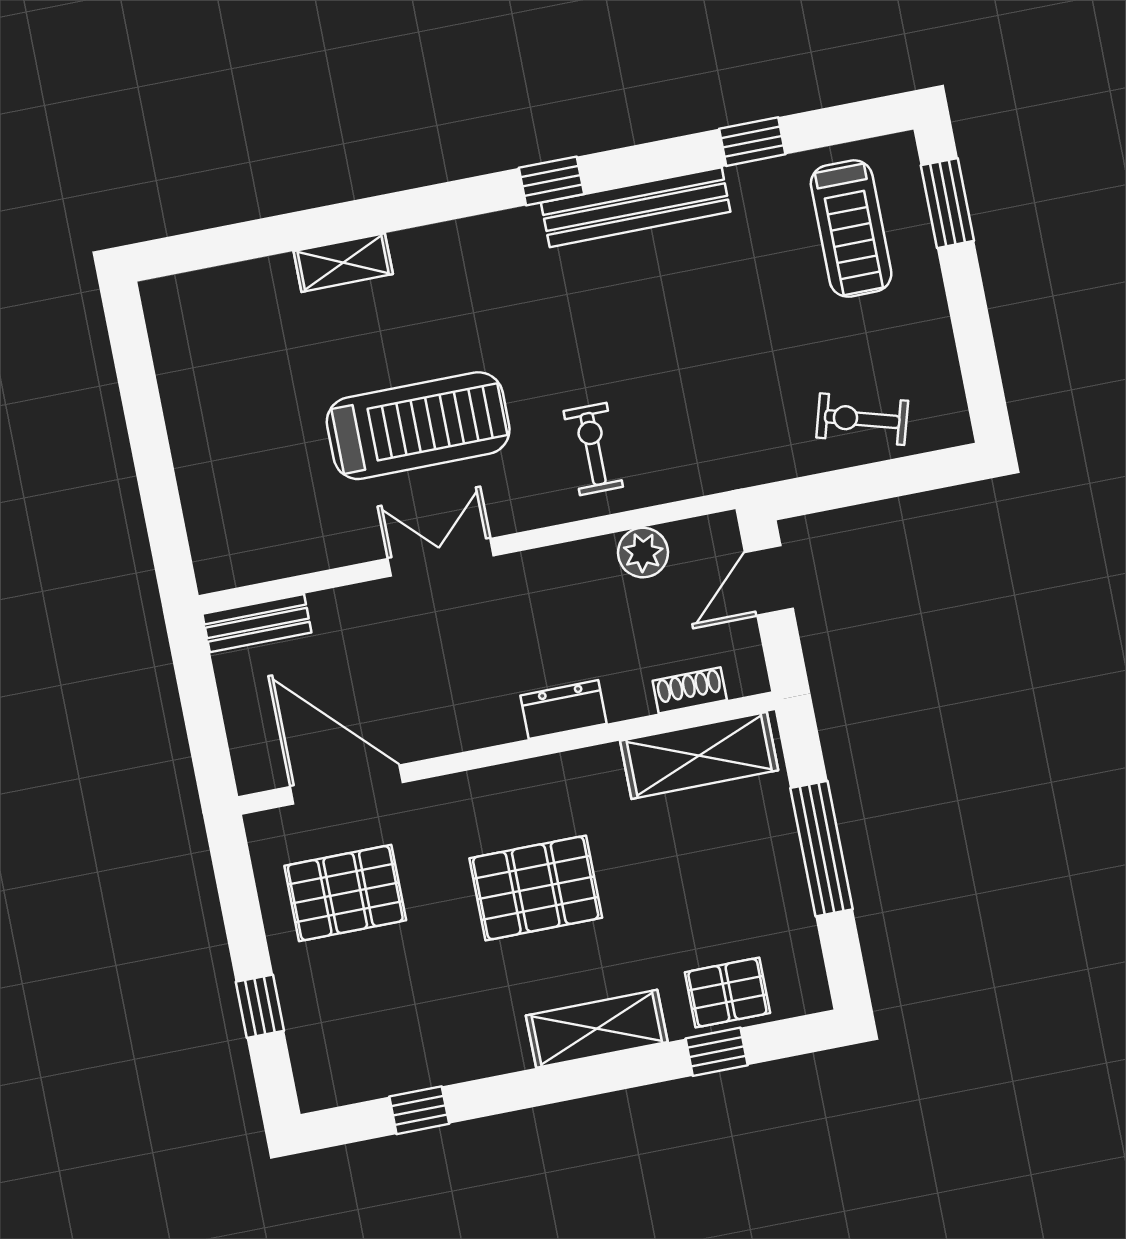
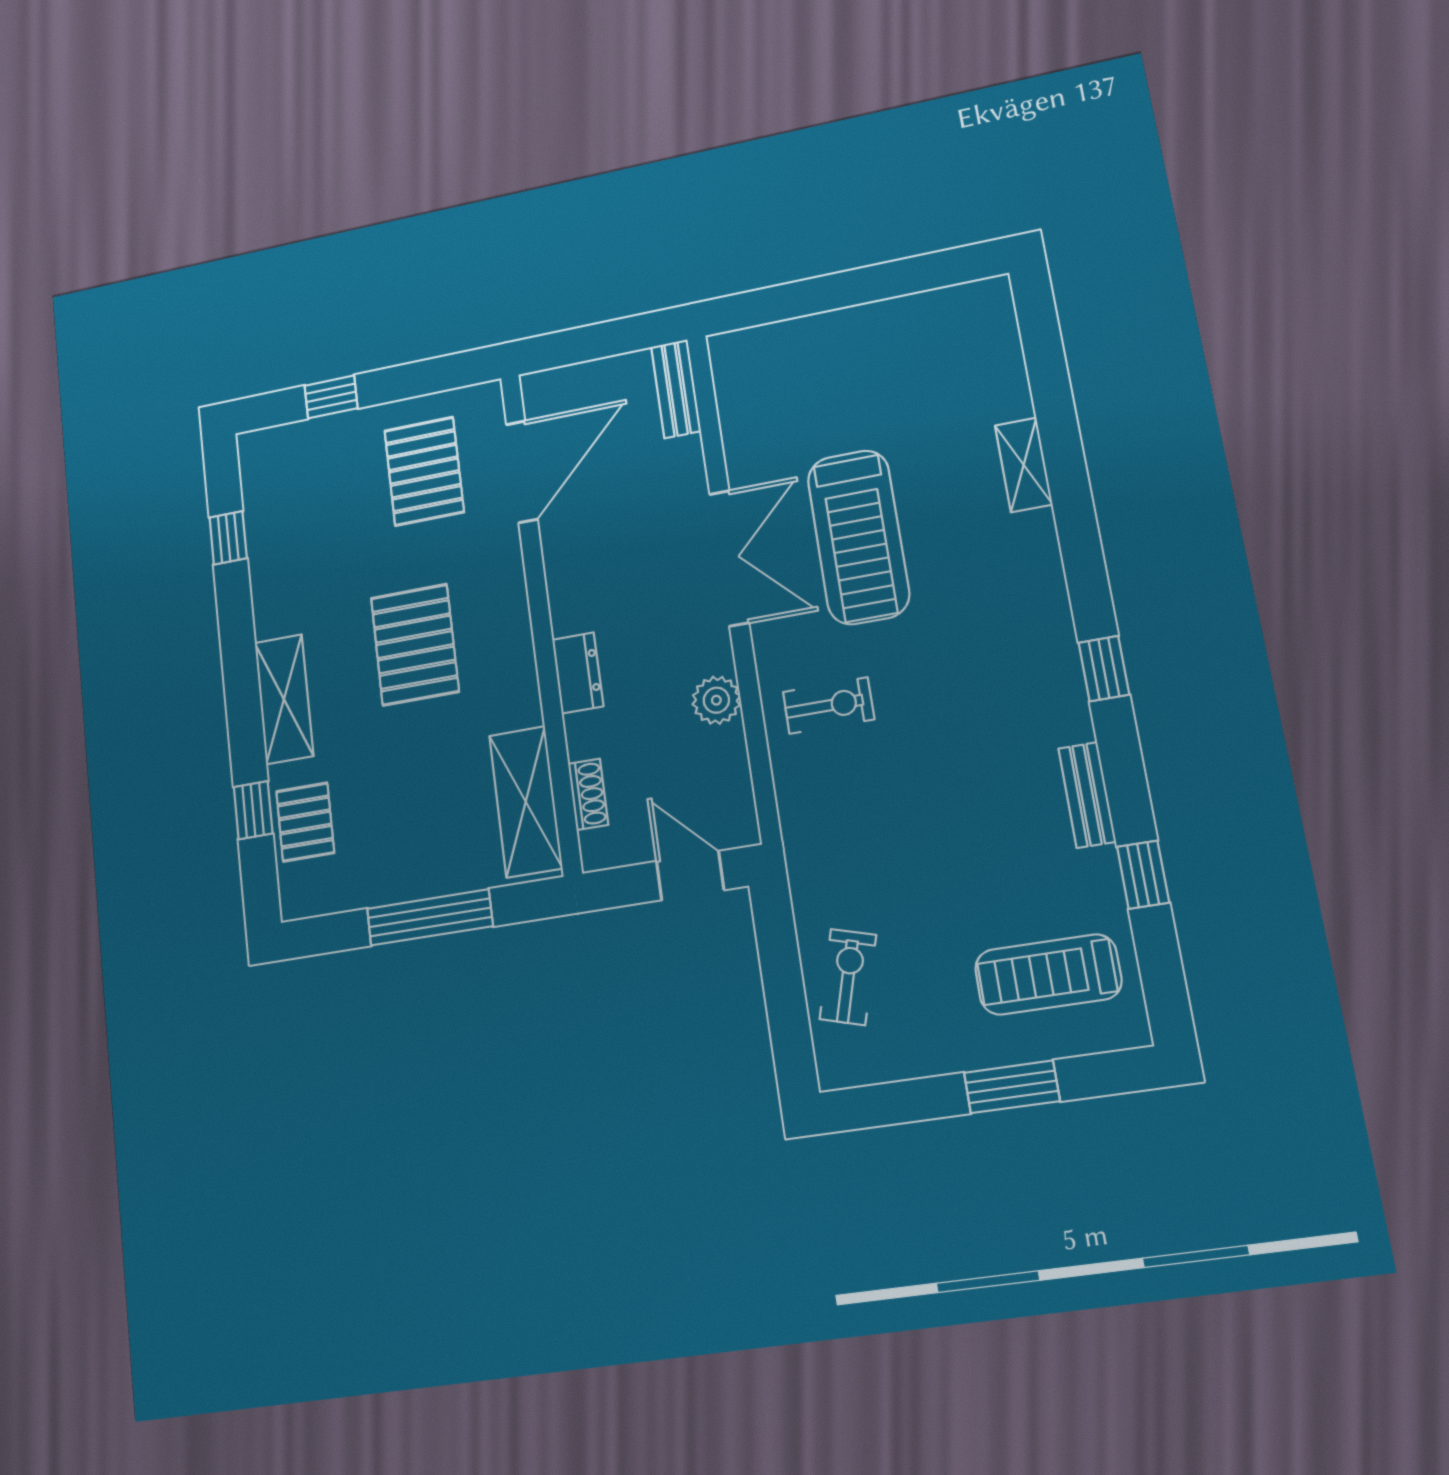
window: (947, 203) -> (1012, 1087), moved
bench: (636, 207) -> (1087, 795), width x0.54, depth x0.82
plant: (643, 553) -> (716, 700), moved
double door: (441, 557) -> (729, 558), width x1.37

